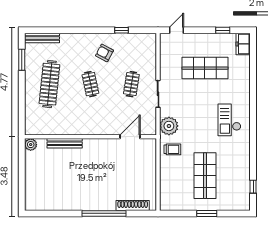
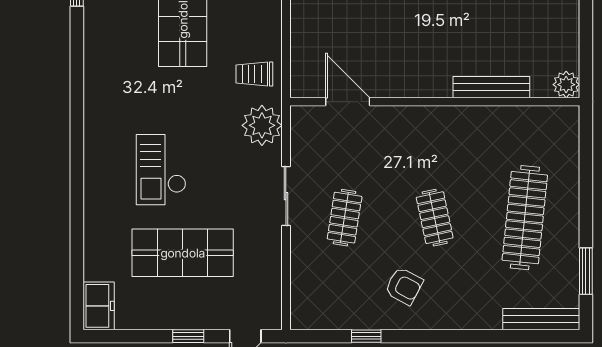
window: (223, 30) -> (188, 336), moved
checkout: (229, 120) -> (161, 170), moved, turned 180
door: (130, 137) -> (348, 102), swing flipped

